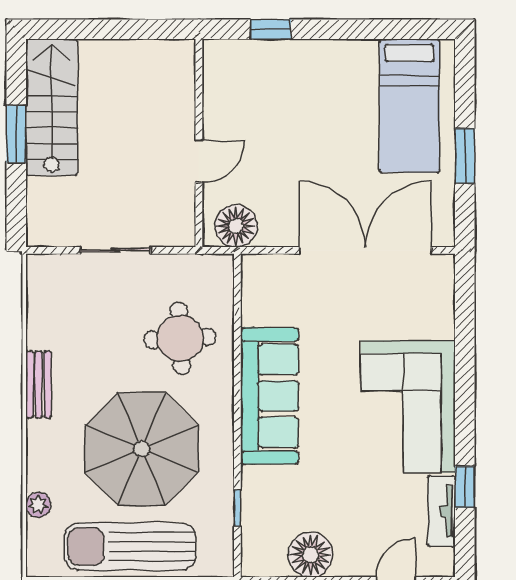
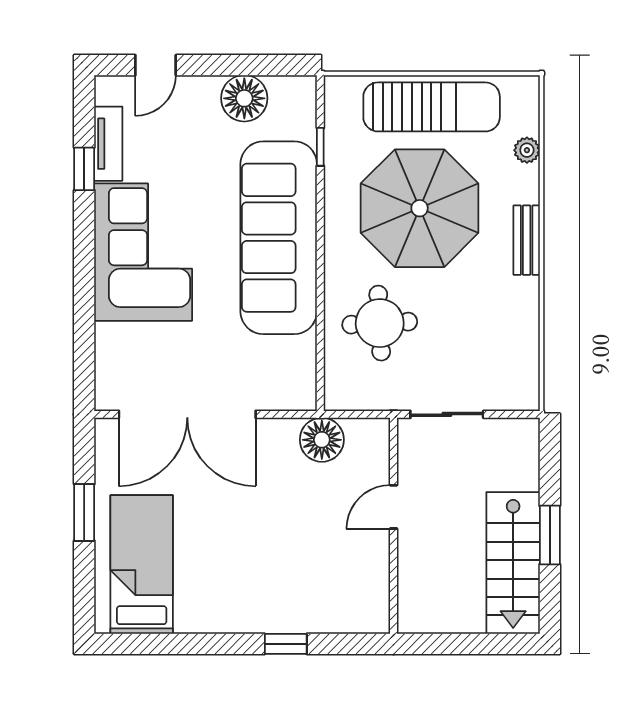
wall: (199, 143) -> (393, 526), moved
door: (199, 161) -> (393, 507), moved
bench: (39, 384) -> (527, 240), moved
sofa: (270, 396) -> (279, 238), width x1.36, depth x1.27

